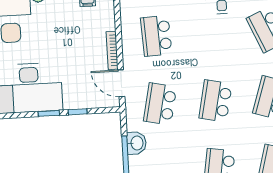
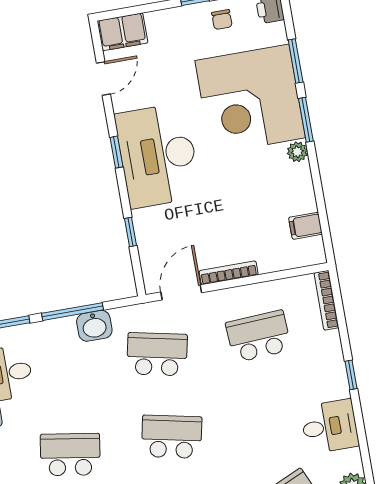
window: (49, 113) -> (116, 152), moved

